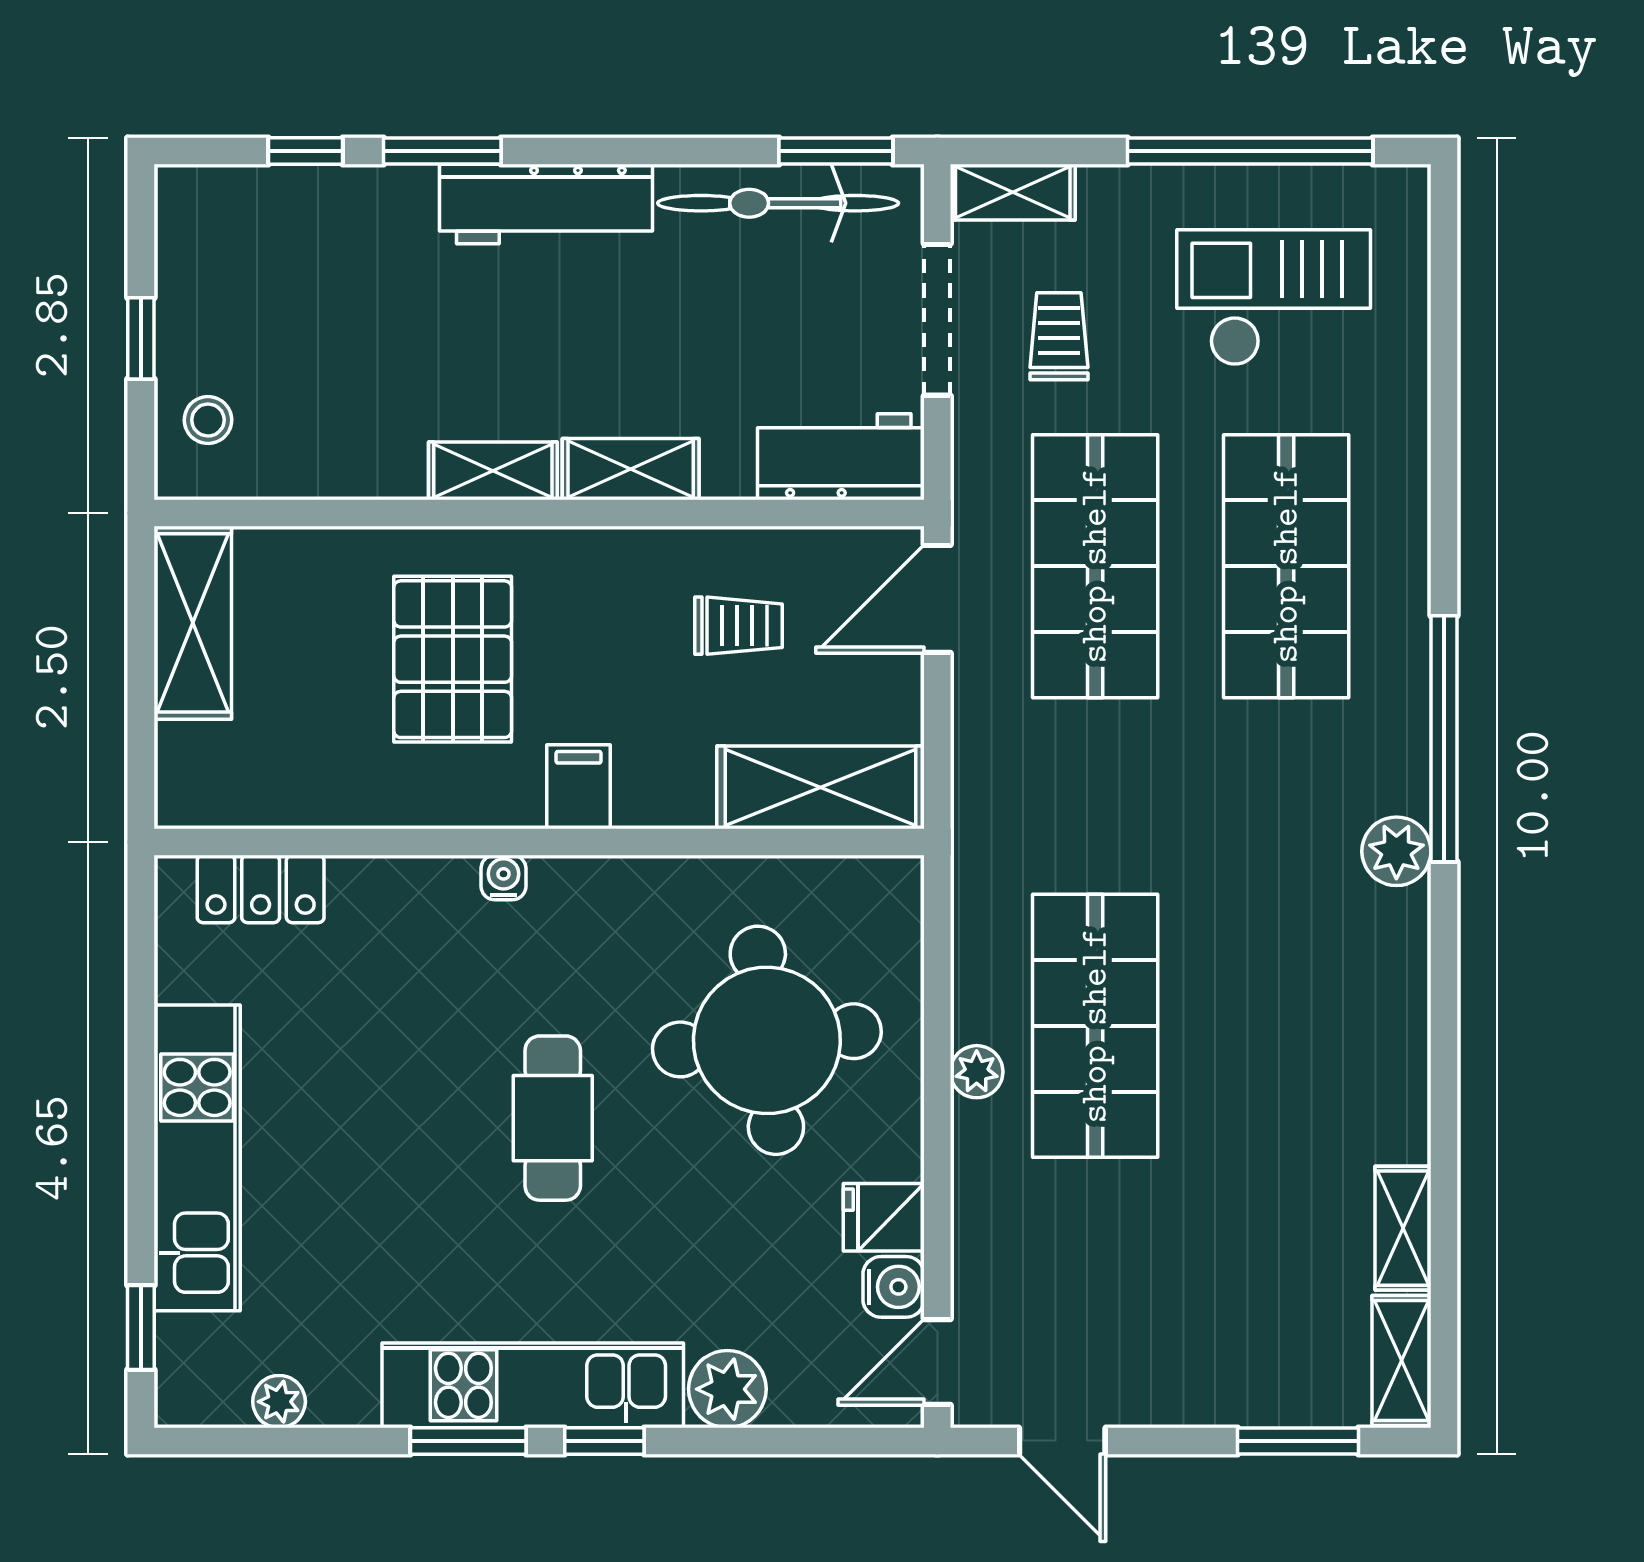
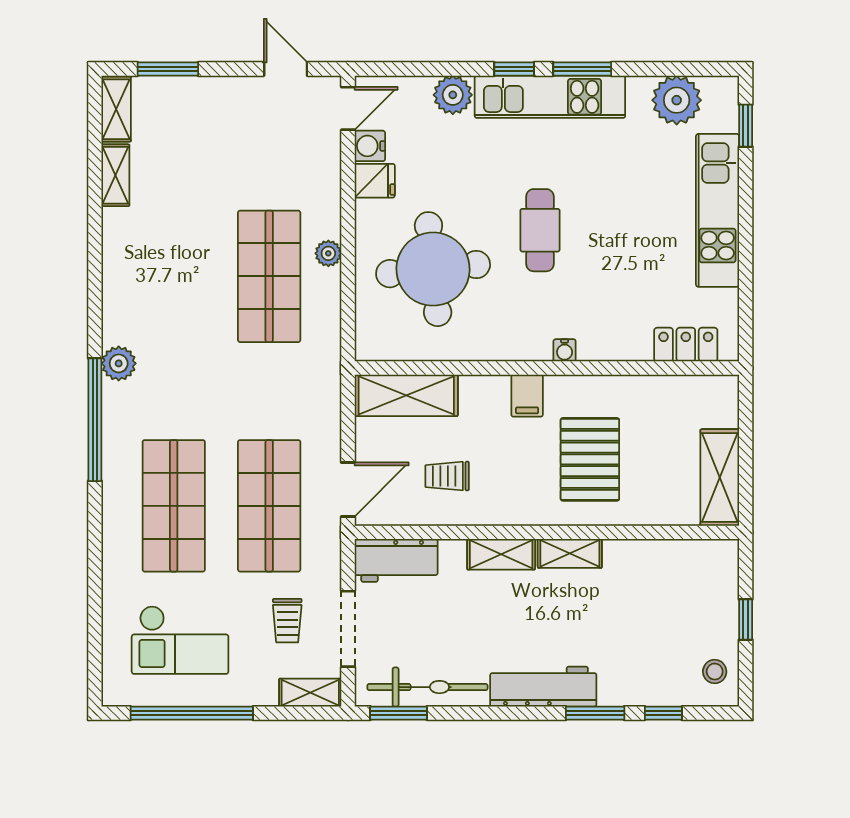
stool: (208, 420) -> (715, 672), moved
plant: (279, 1402) -> (677, 100), width x1.88, depth x1.88

